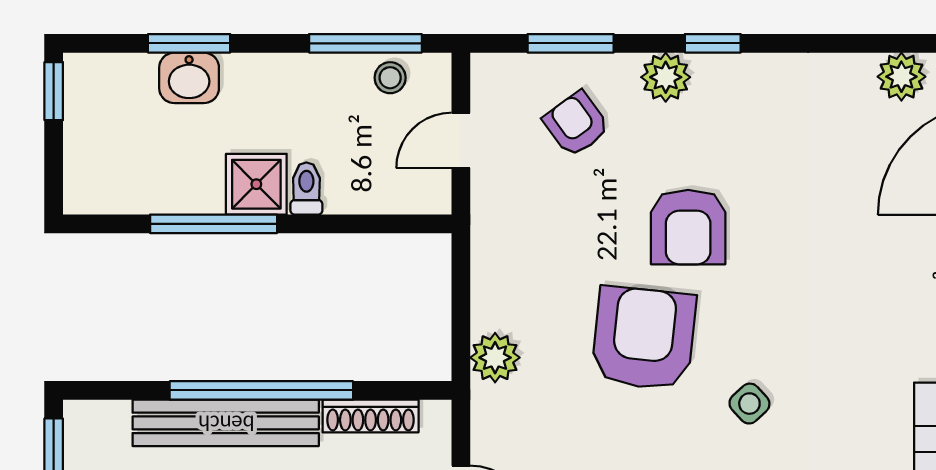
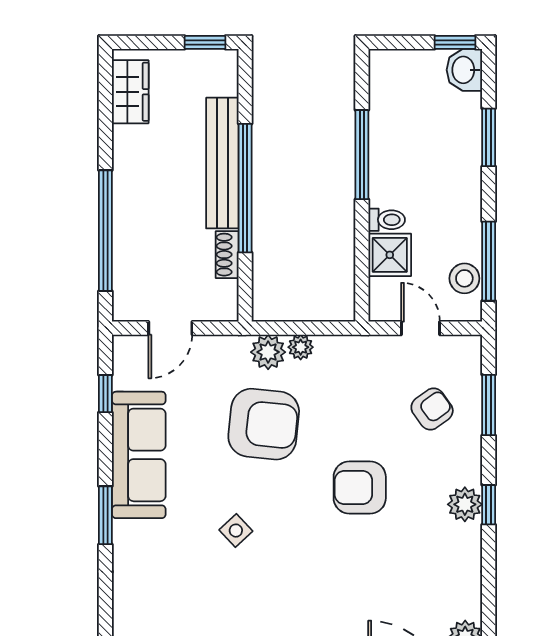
plant: (666, 77) -> (465, 504), moved
washbasin: (189, 78) -> (464, 70), moved
stool: (390, 78) -> (464, 278), width x1.37, depth x1.37
shower: (256, 184) -> (390, 255), moved
plant: (488, 311) -> (301, 347), added
armchair: (644, 338) -> (264, 424), moved
shoe rack: (371, 416) -> (227, 255), width x0.70

